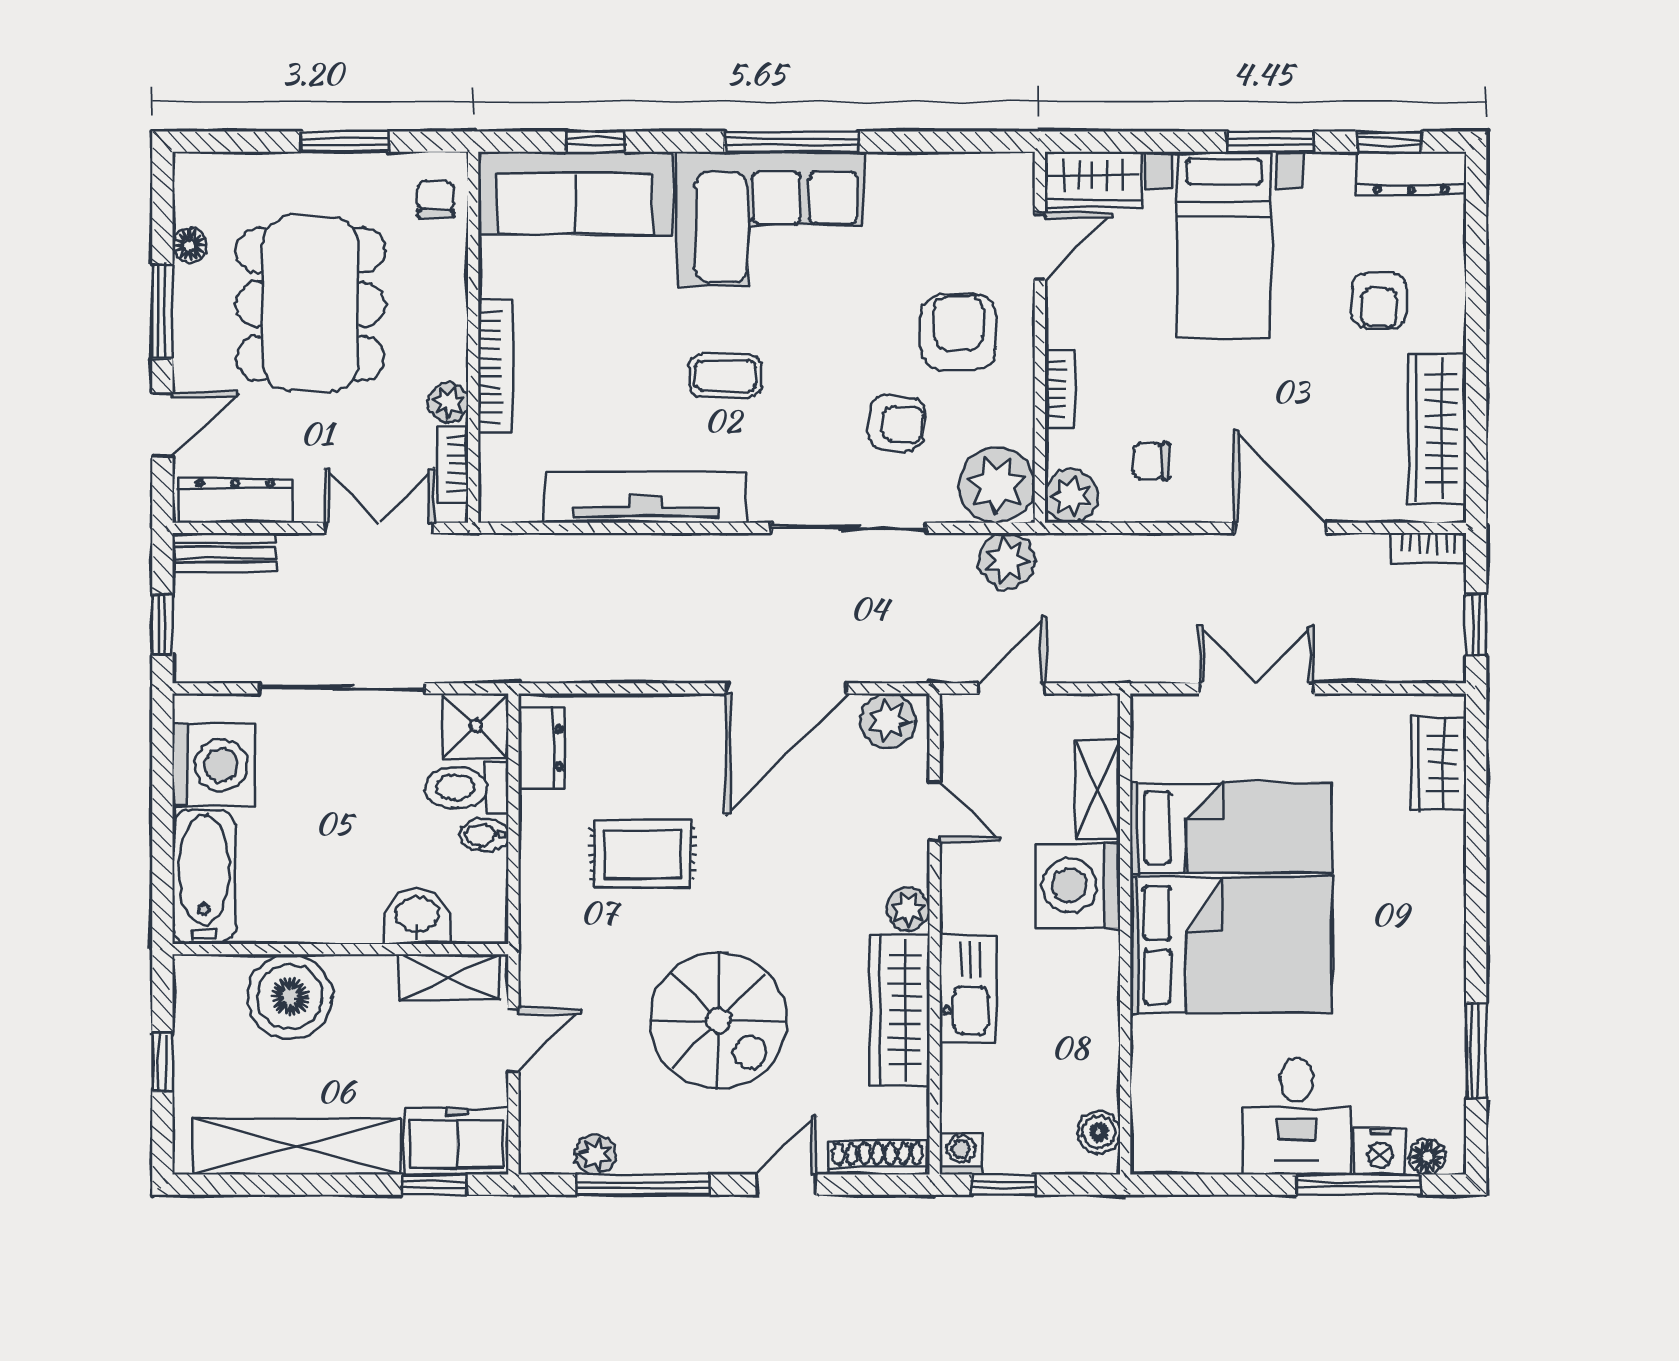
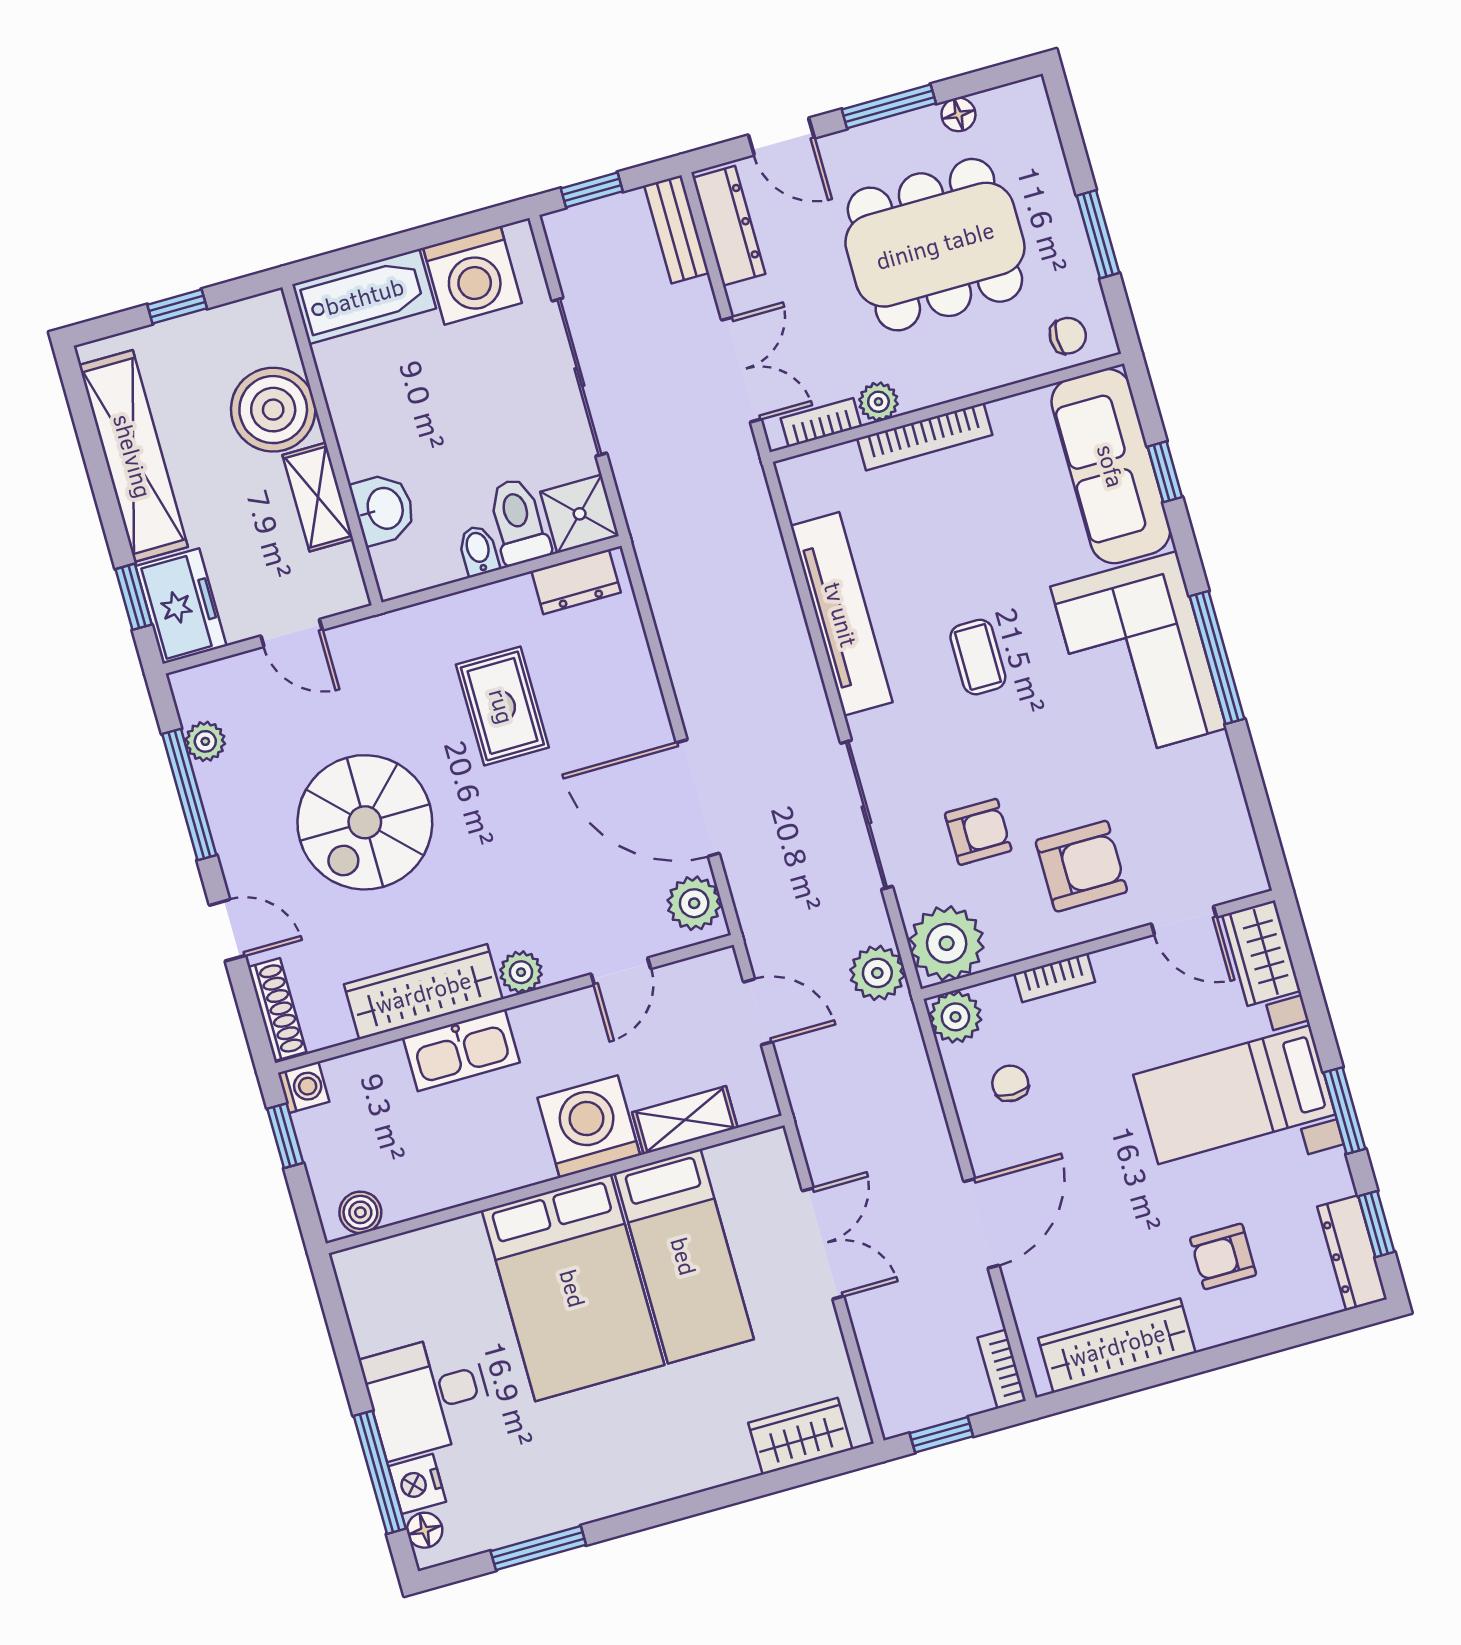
armchair: (897, 423) -> (978, 832), turned -97
shelving: (449, 977) -> (318, 497), moved

